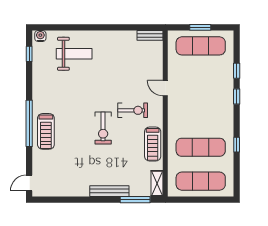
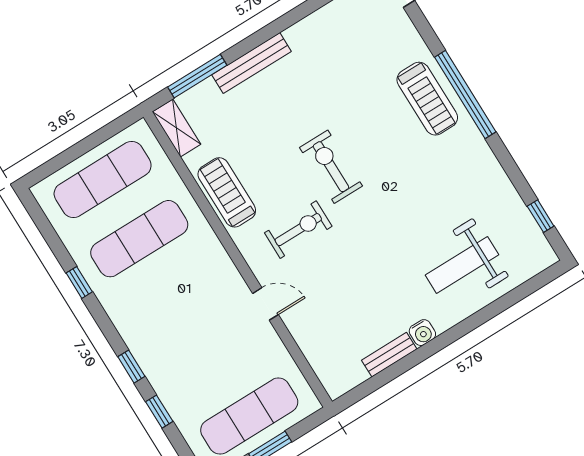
bench: (150, 35) -> (389, 355), moved
water cooler: (40, 36) -> (422, 333), moved
exercise bike: (133, 110) -> (298, 230), turned 180
treadmill: (46, 131) -> (427, 99), turned 180

